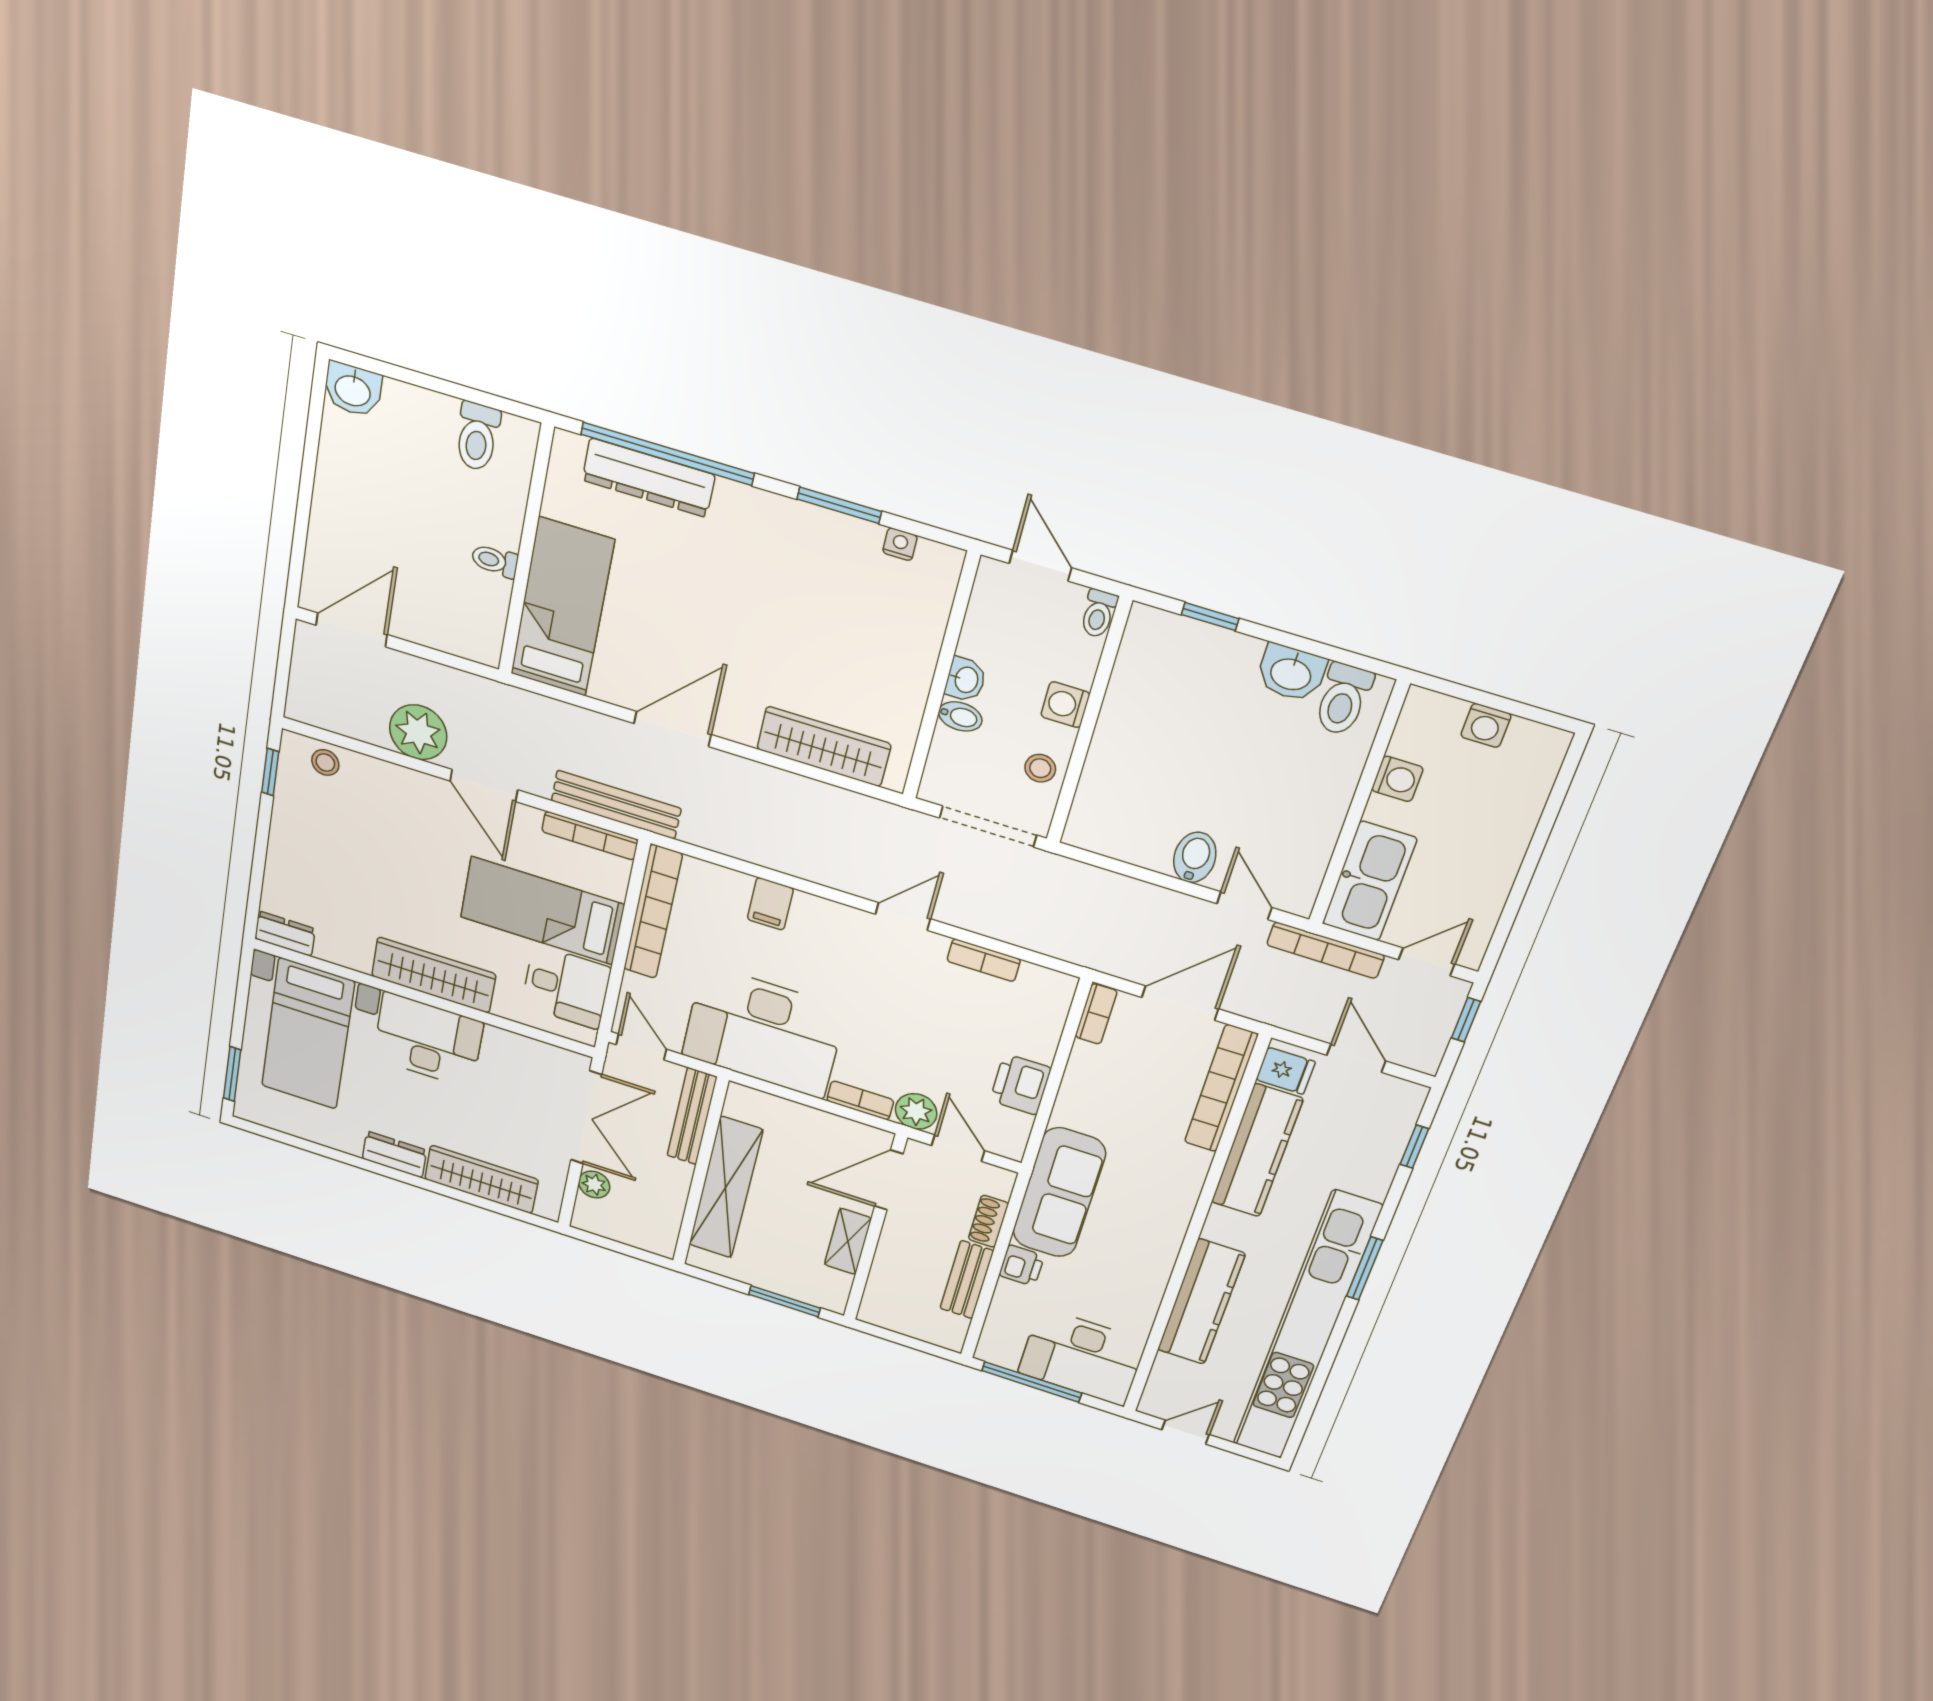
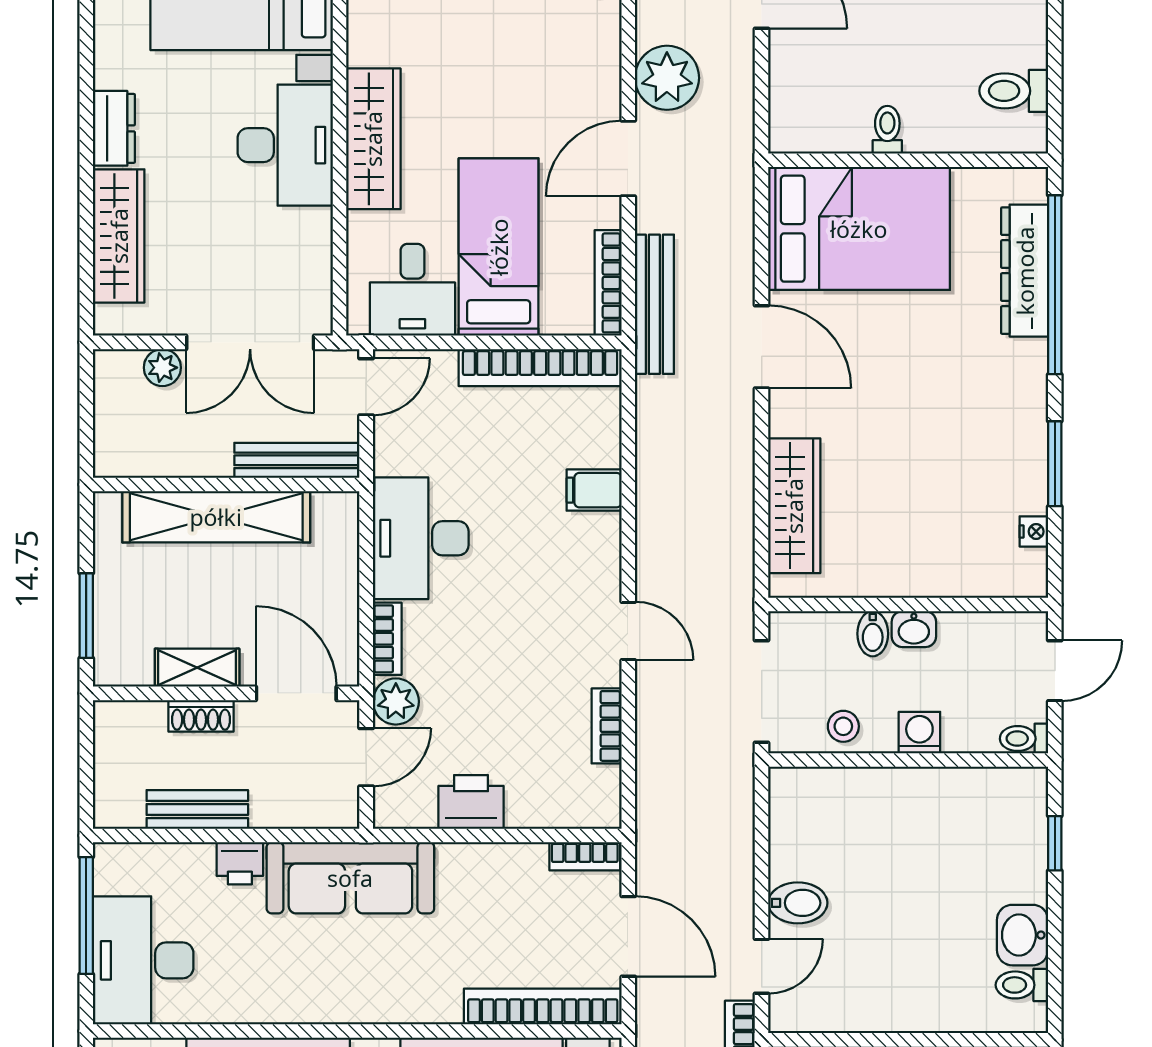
bed: (562, 607) -> (859, 229), width x1.50
toilet: (1343, 699) -> (1022, 985), width x0.73, depth x0.72
desk: (763, 1032) -> (421, 538), width x0.73, depth x0.77
shoe rack: (988, 1221) -> (201, 716), moved, turned 180

